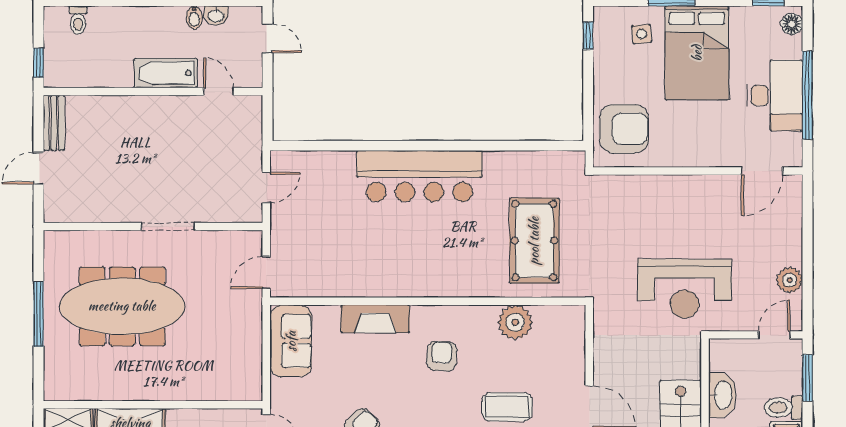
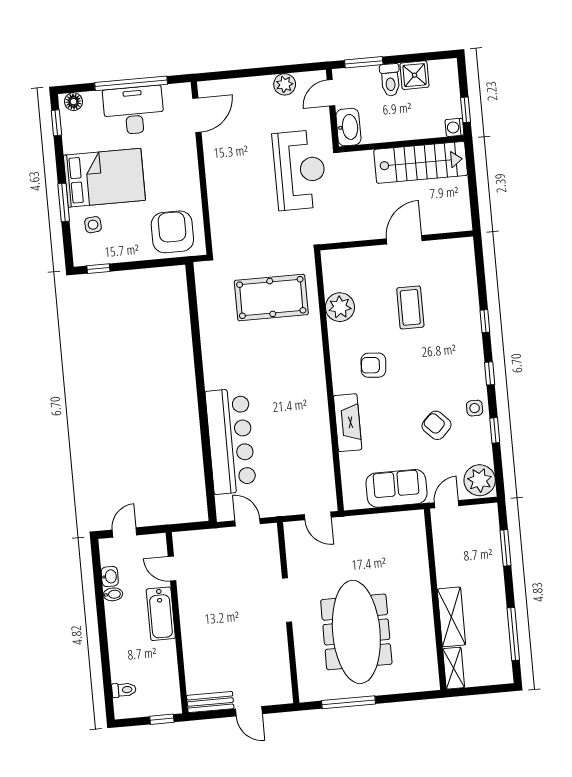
door: (219, 91) -> (172, 569), hinge flipped
door: (762, 171) -> (197, 115), hinge flipped
bar counter: (419, 176) -> (231, 441), moved
window: (39, 314) -> (349, 702), moved
door: (774, 335) -> (331, 93), hinge flipped
sofa: (291, 341) -> (396, 488), moved
washbasin: (722, 395) -> (348, 127), moved, turned 90

